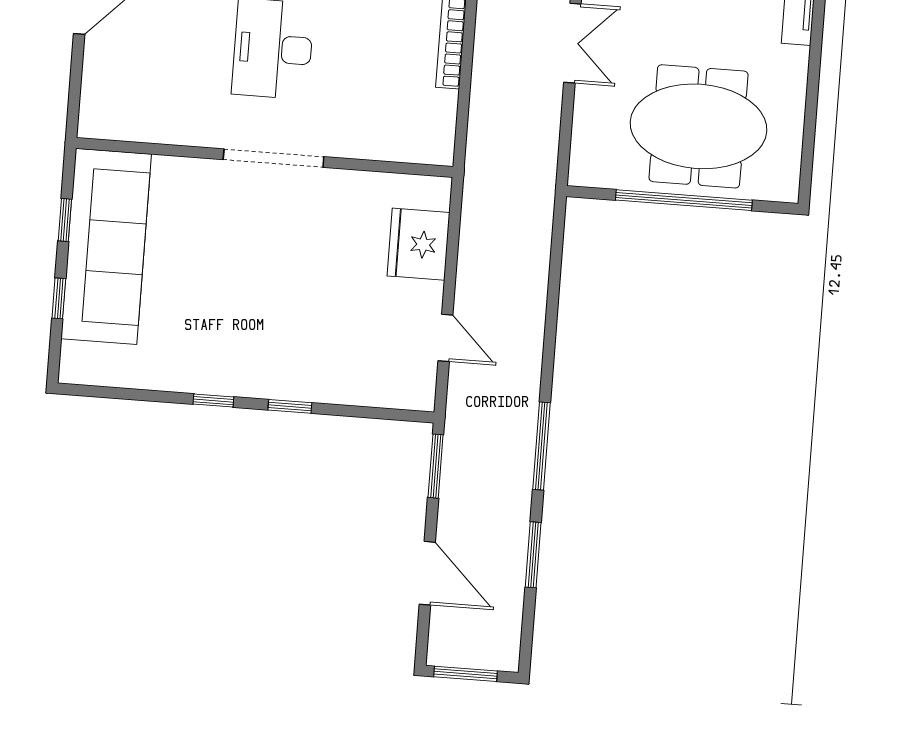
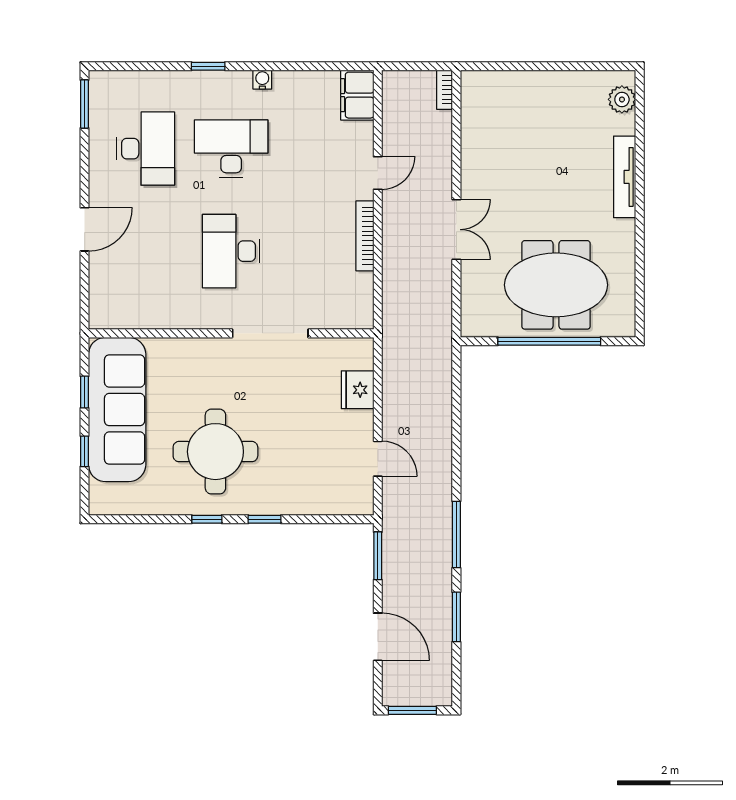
doorway: (274, 158) -> (270, 333), moved
fridge: (418, 244) -> (358, 390), width x0.73, depth x0.75
round table: (232, 312) -> (215, 452), added

